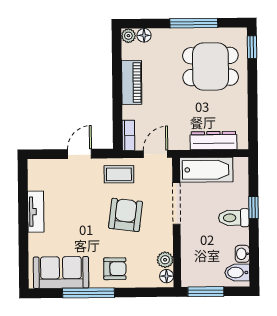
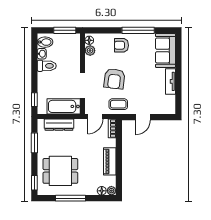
window: (253, 111) -> (34, 143), added
window: (254, 207) -> (34, 100), moved
toilet: (234, 218) -> (47, 66), moved
sofa: (61, 272) -> (165, 50), moved, turned 90

